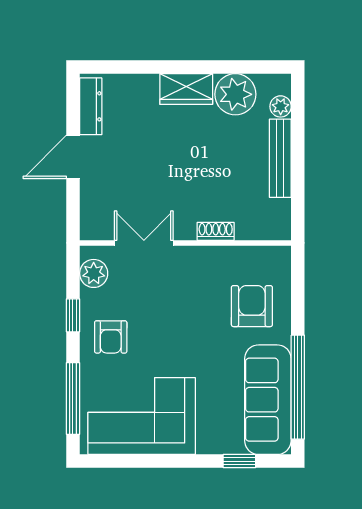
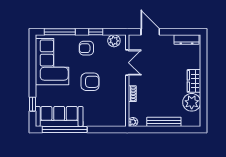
plant: (281, 106) -> (133, 122), moved
door: (73, 157) -> (150, 32), moved
armchair: (252, 306) -> (90, 82), moved

